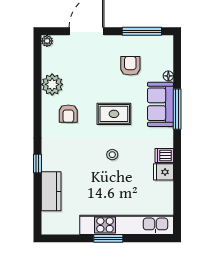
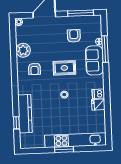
window: (177, 109) -> (105, 49), moved
window: (38, 163) -> (16, 123), moved
kitchen counter: (51, 191) -> (25, 114), width x1.50

